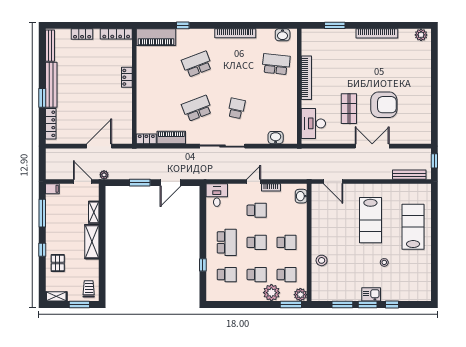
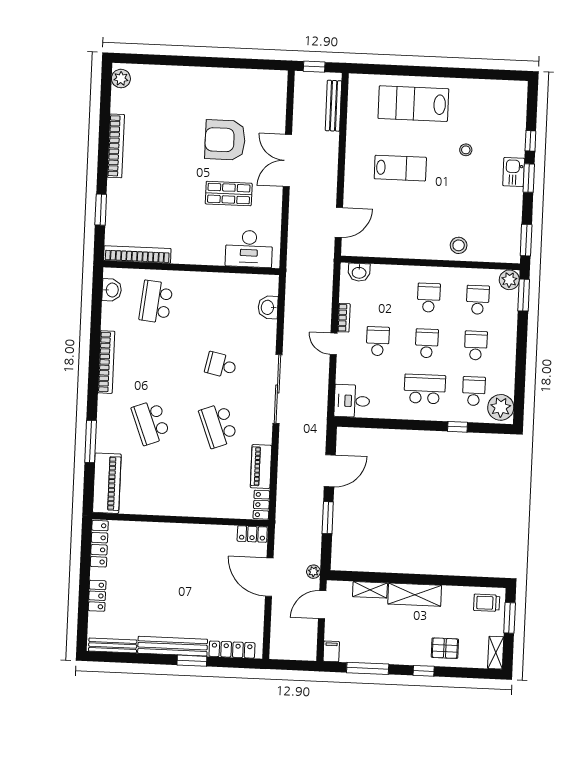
window: (183, 25) -> (91, 441), width x2.17
locker: (127, 77) -> (252, 534), moved
bookcase: (306, 78) -> (137, 255), moved
armchair: (384, 105) -> (225, 140), turned -90
door: (171, 183) -> (330, 471), hinge flipped
lab bench: (370, 220) -> (400, 168), width x0.73, depth x0.72
plant: (271, 293) -> (501, 407), moved
window: (342, 304) -> (526, 240), moved

